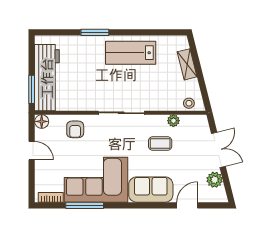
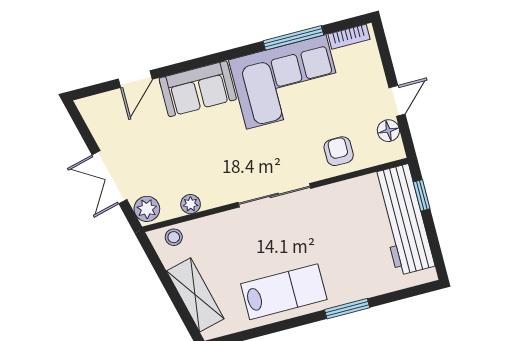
shelving: (187, 64) -> (195, 295), width x1.50, depth x1.33
window: (32, 89) -> (422, 195), width x0.67
floor lamp: (42, 121) -> (388, 131), moved
coffee table: (160, 143) -> (202, 164), removed
door: (32, 151) -> (397, 101), swing flipped
plant: (215, 180) -> (147, 209), moved

